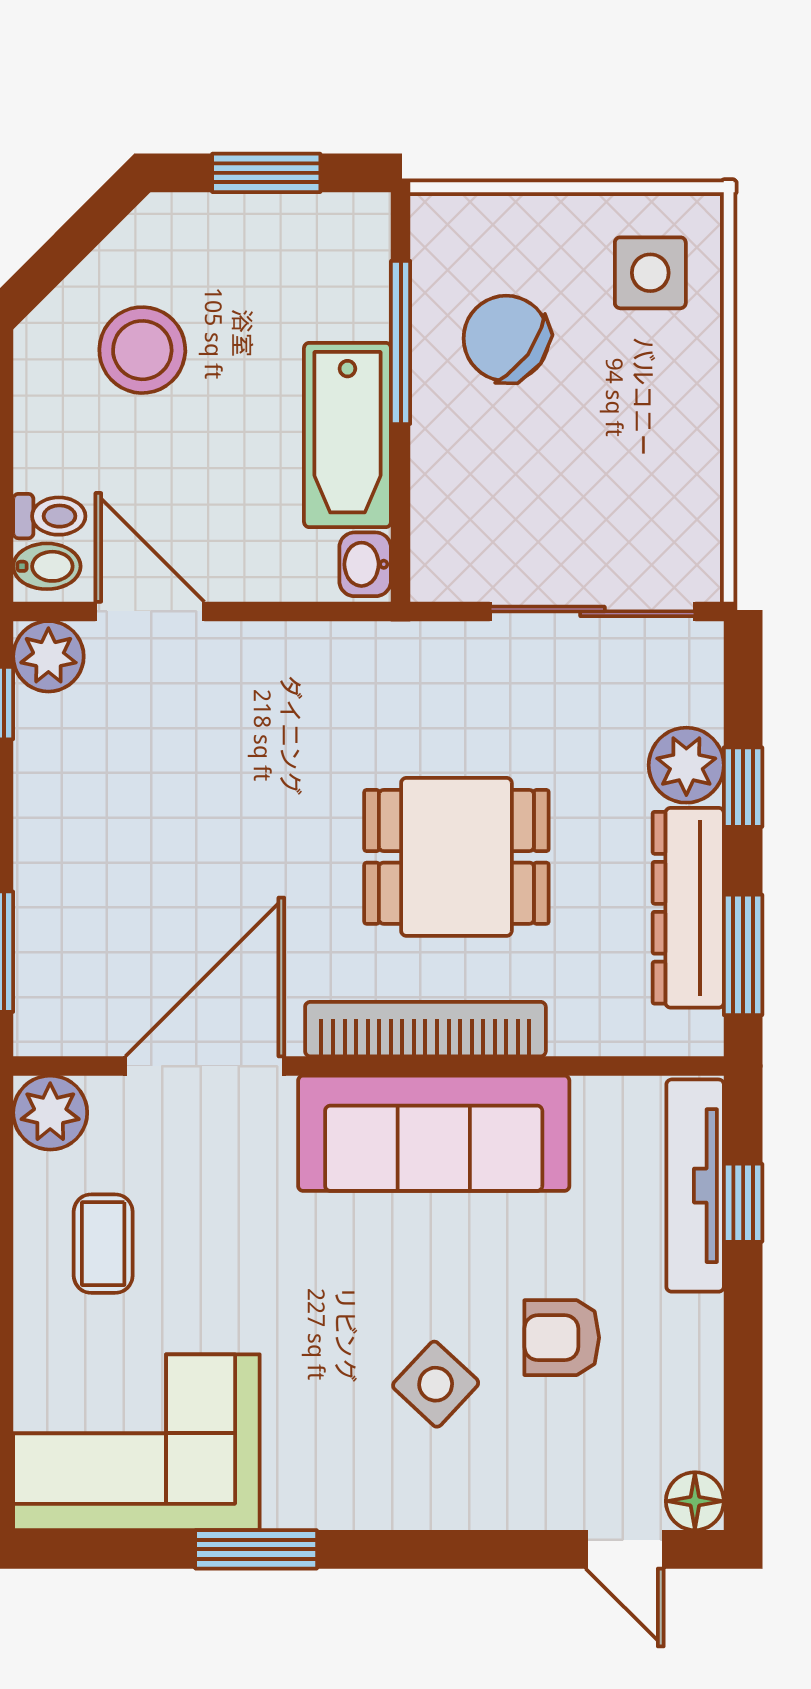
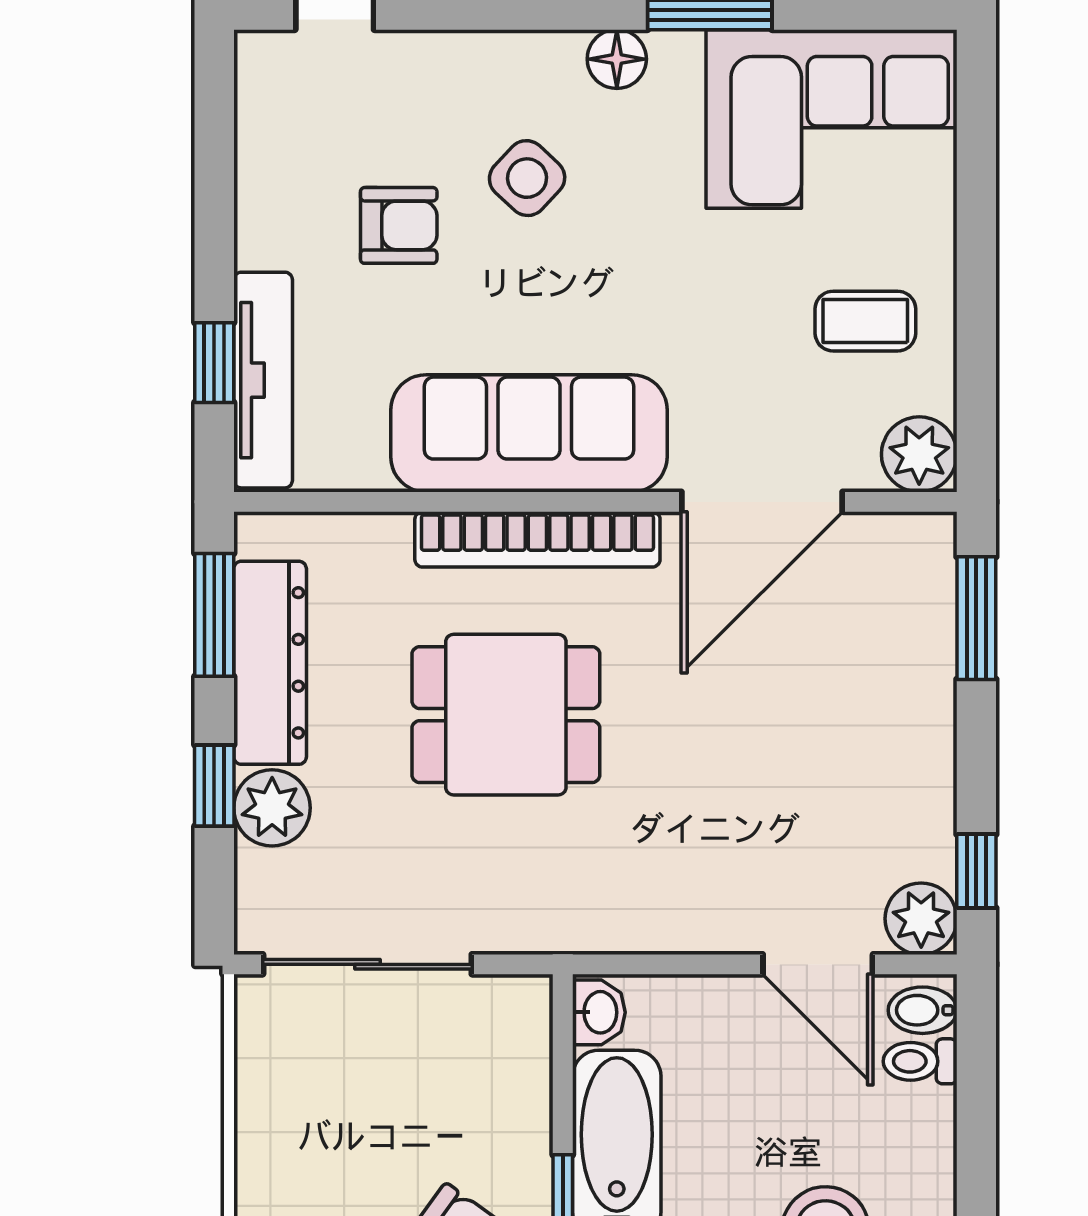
coffee table: (103, 1244) -> (865, 321), turned 90
floor lamp: (695, 1501) -> (617, 59), moved

